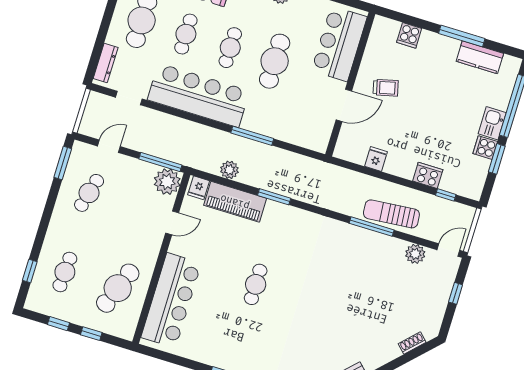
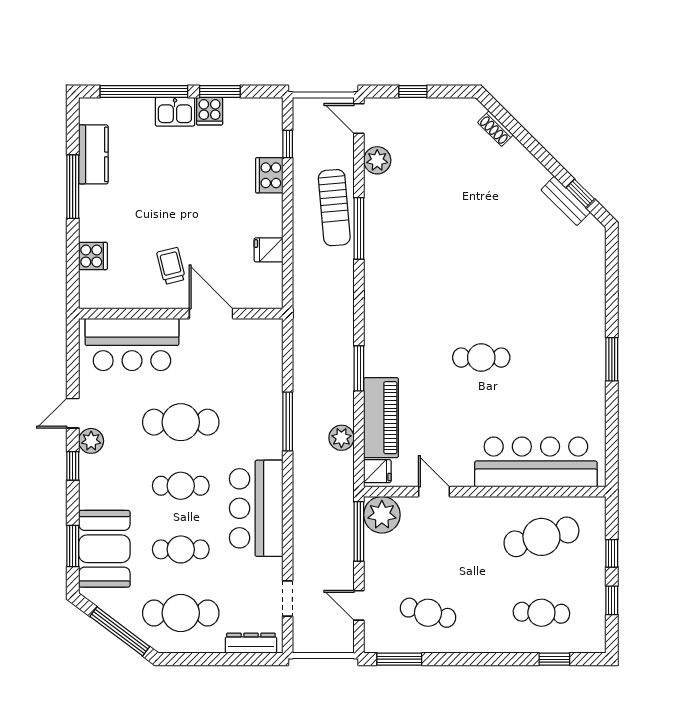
bar counter: (198, 95) -> (256, 508), width x0.73
cafe table: (118, 288) -> (541, 537), turned -36

